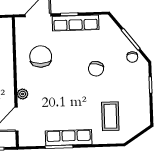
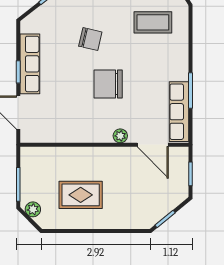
chair: (41, 56) -> (108, 84), moved
row of seats: (69, 138) -> (179, 112), moved

